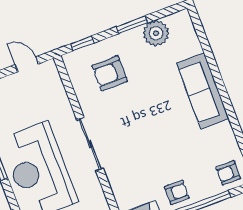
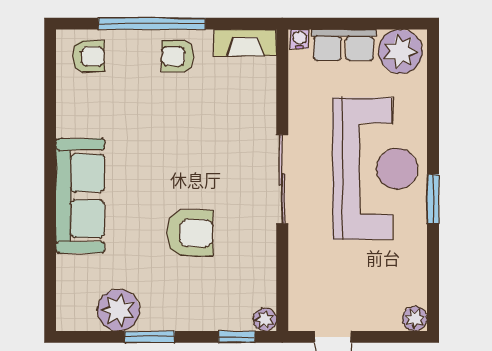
plant: (70, 60) -> (265, 320), added
armchair: (110, 73) -> (190, 233), moved

